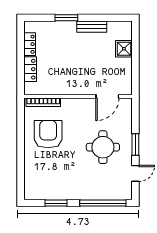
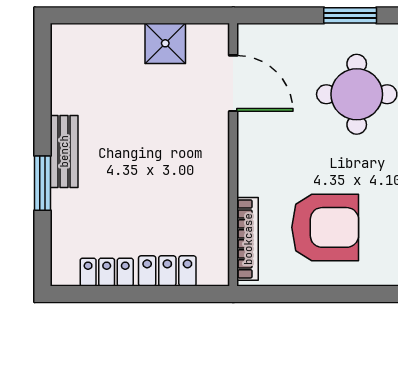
bench: (92, 27) -> (64, 151), moved
shower: (124, 49) -> (165, 43), moved
armchair: (48, 134) -> (325, 227), turned 180

